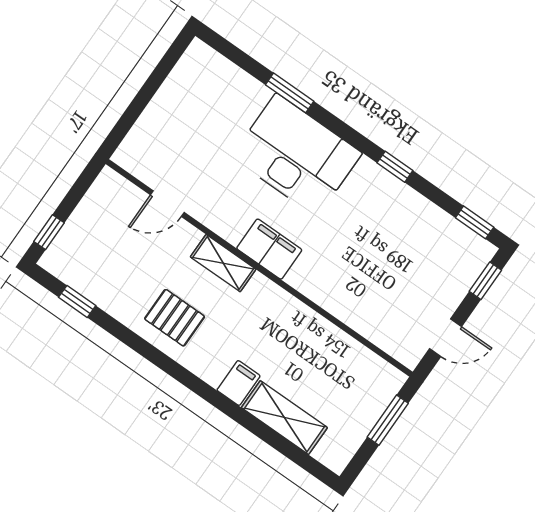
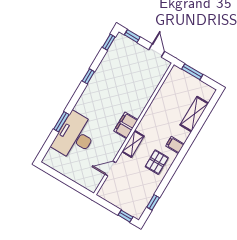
desk: (297, 155) -> (75, 136), moved
door: (167, 204) -> (110, 168), swing flipped
filing cabinet: (239, 383) -> (175, 145), moved

